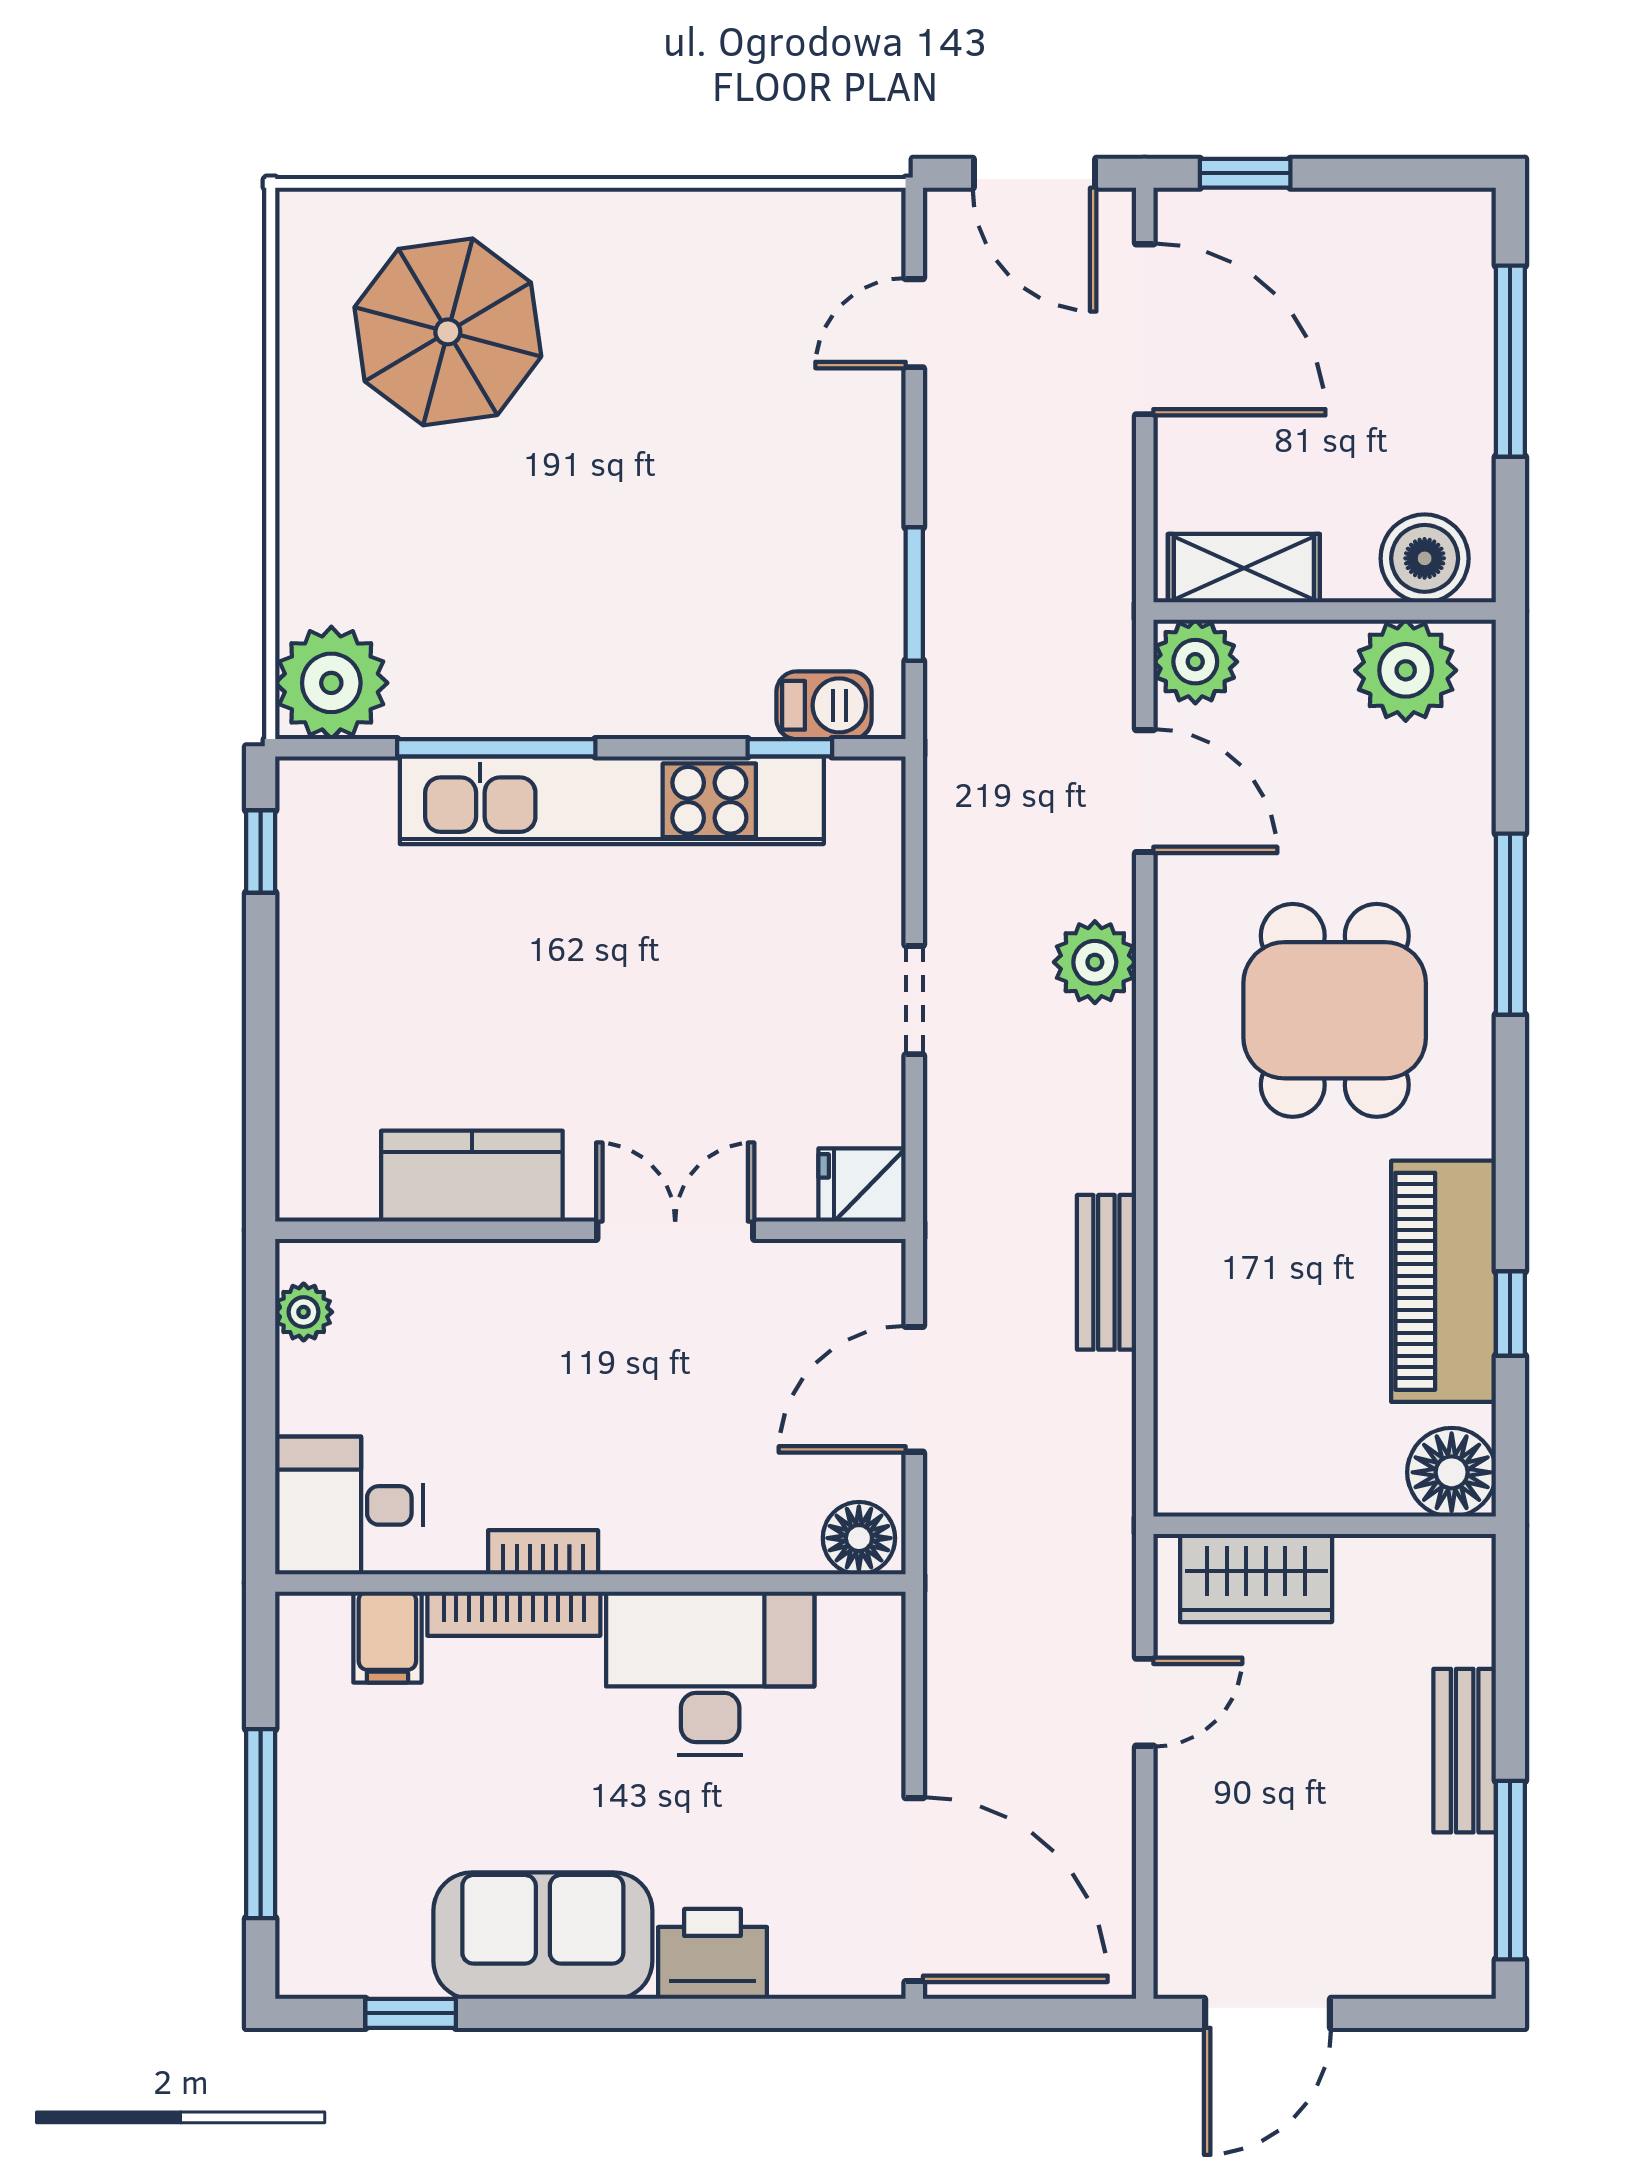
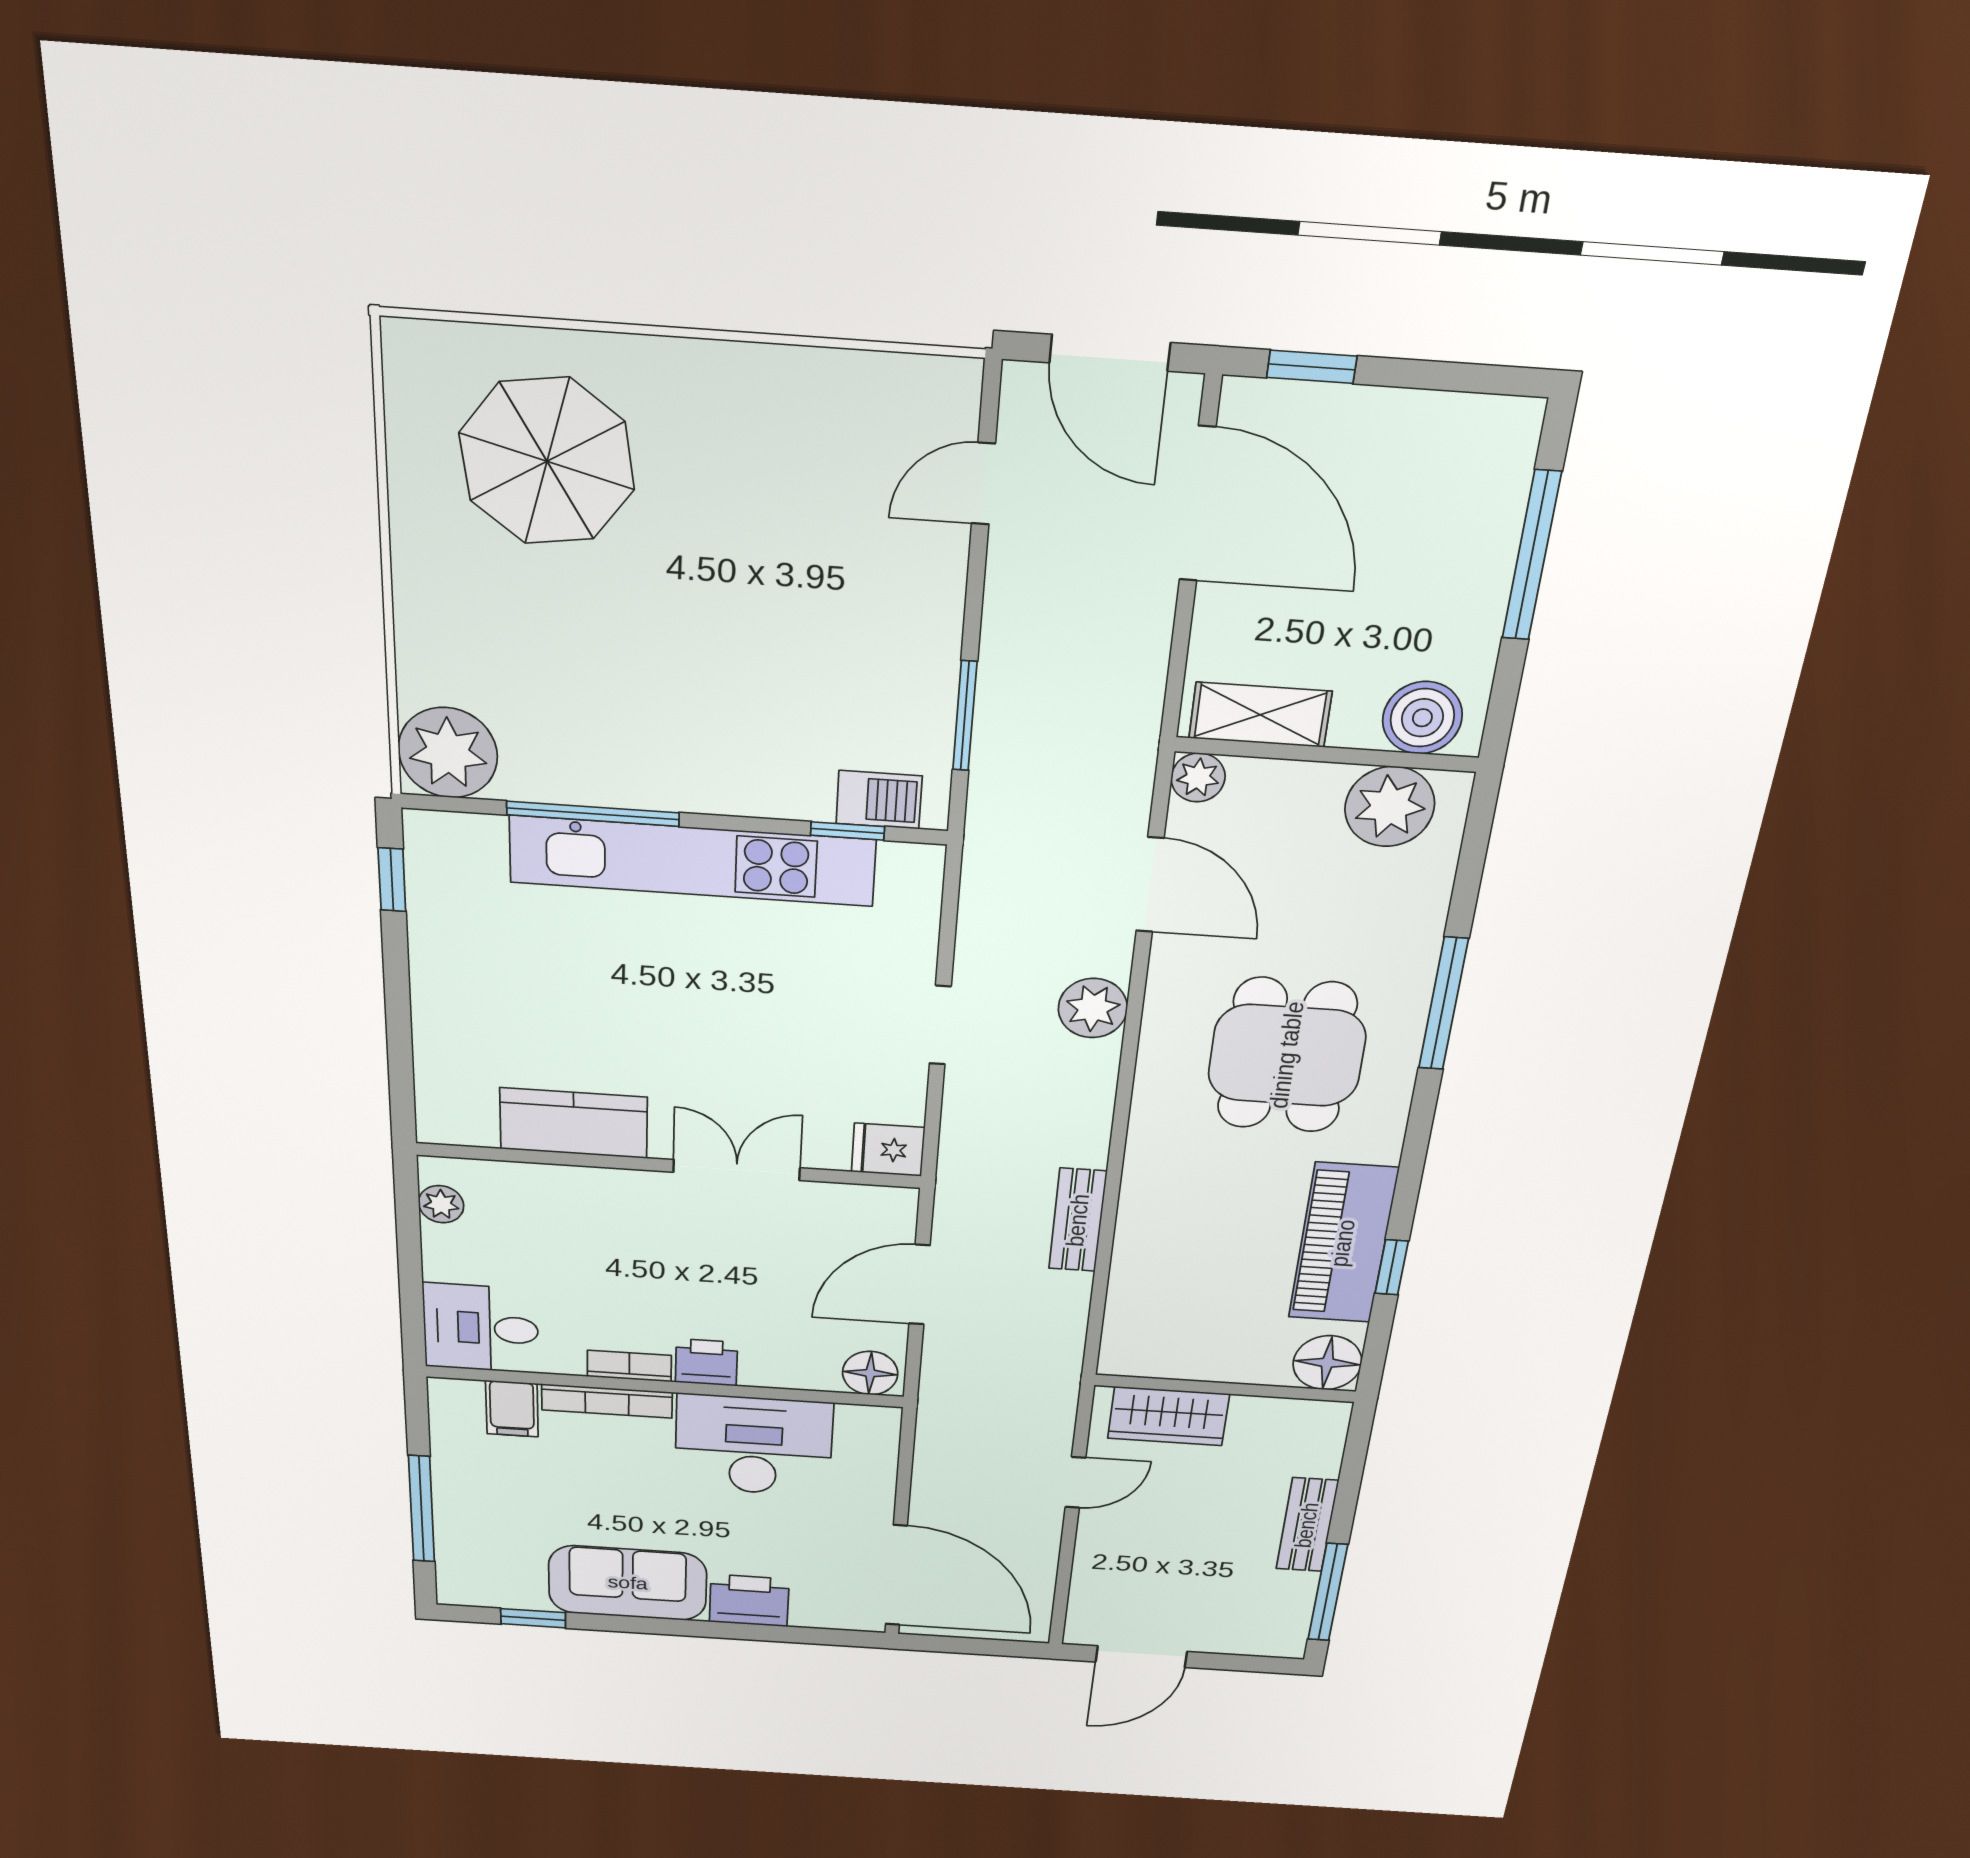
plant: (1195, 662) -> (1198, 777), width x0.73, depth x0.73
printer: (644, 1538) -> (706, 1362), added

